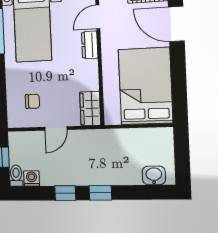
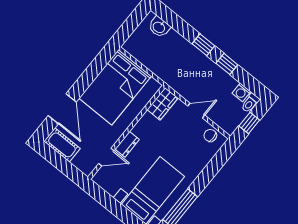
chair: (32, 101) -> (210, 135), moved

